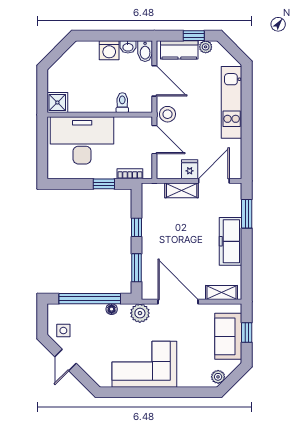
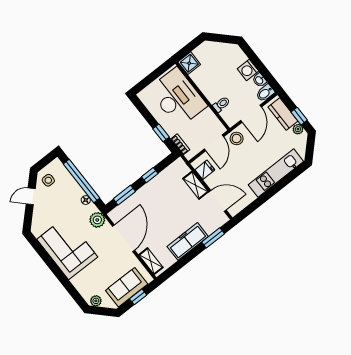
fridge: (190, 169) -> (205, 170), moved

